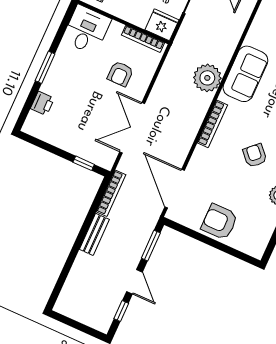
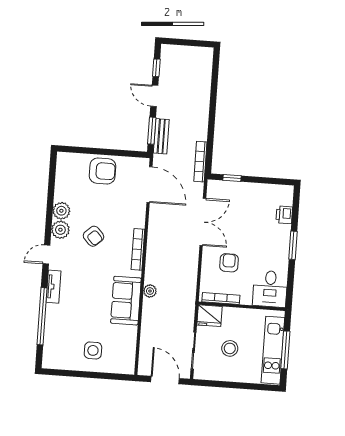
plant: (207, 78) -> (150, 291), width x0.53, depth x0.53
bench: (94, 234) -> (161, 136), moved

